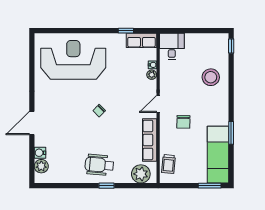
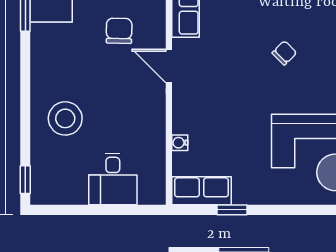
desk: (172, 46) -> (113, 179), moved
plant: (152, 75) -> (181, 123), removed
door: (158, 104) -> (169, 66), swing flipped

